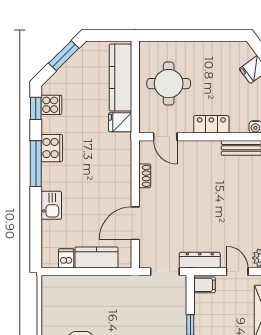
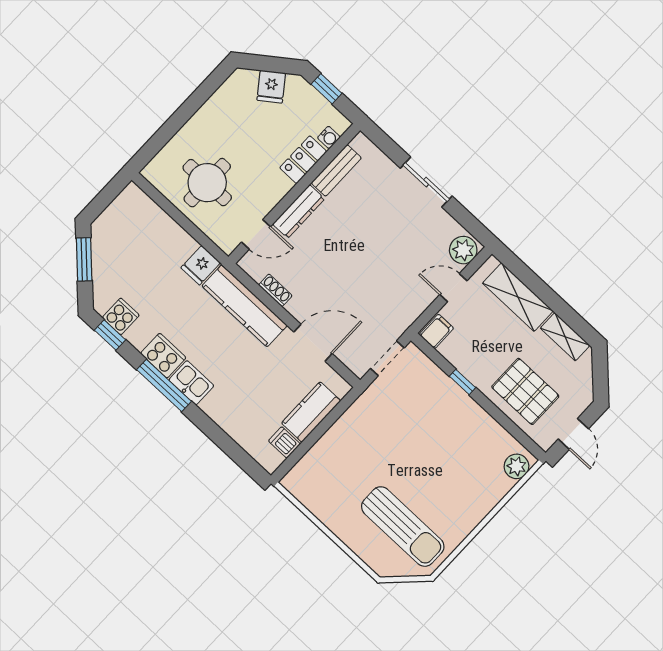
kitchen counter: (120, 78) -> (244, 306), moved
locker: (211, 124) -> (303, 160), moved
kitchen sink: (51, 205) -> (191, 383), moved
door: (135, 223) -> (313, 343), swing flipped
dresser: (200, 260) -> (299, 211), moved, turned 180

